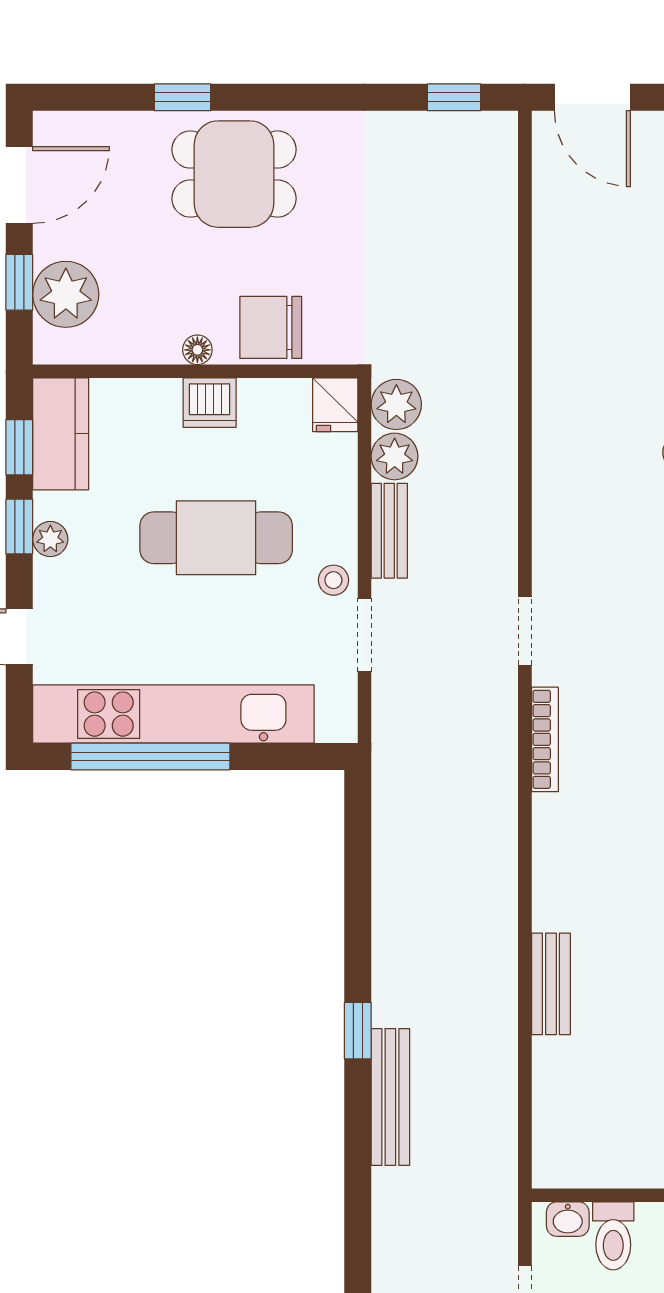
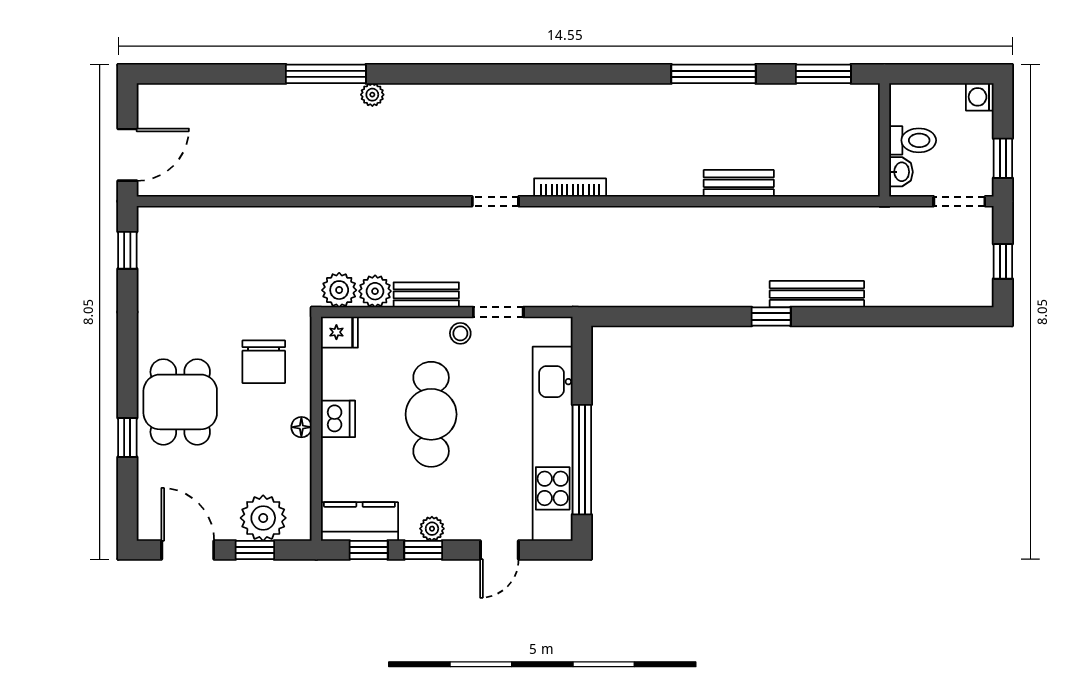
chair: (271, 327) -> (264, 362), moved

